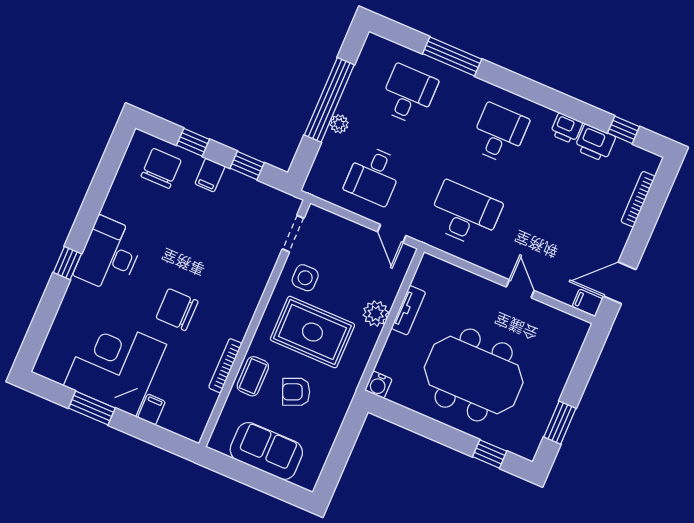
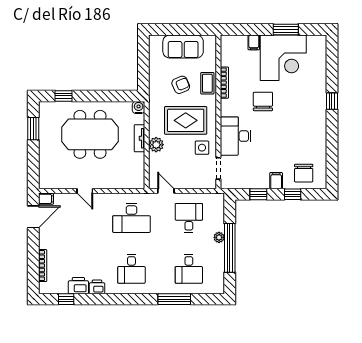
desk: (109, 255) -> (236, 136), moved, turned 180
chair: (177, 310) -> (263, 101), turned -90
tv unit: (408, 310) -> (140, 138), moved

